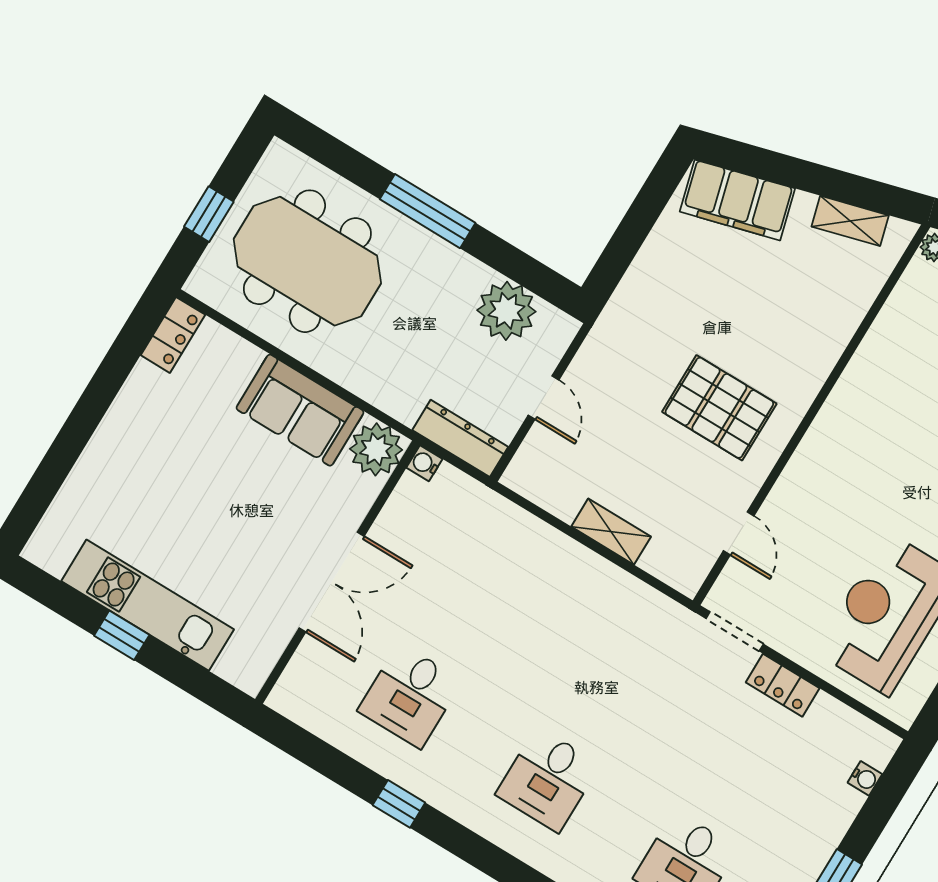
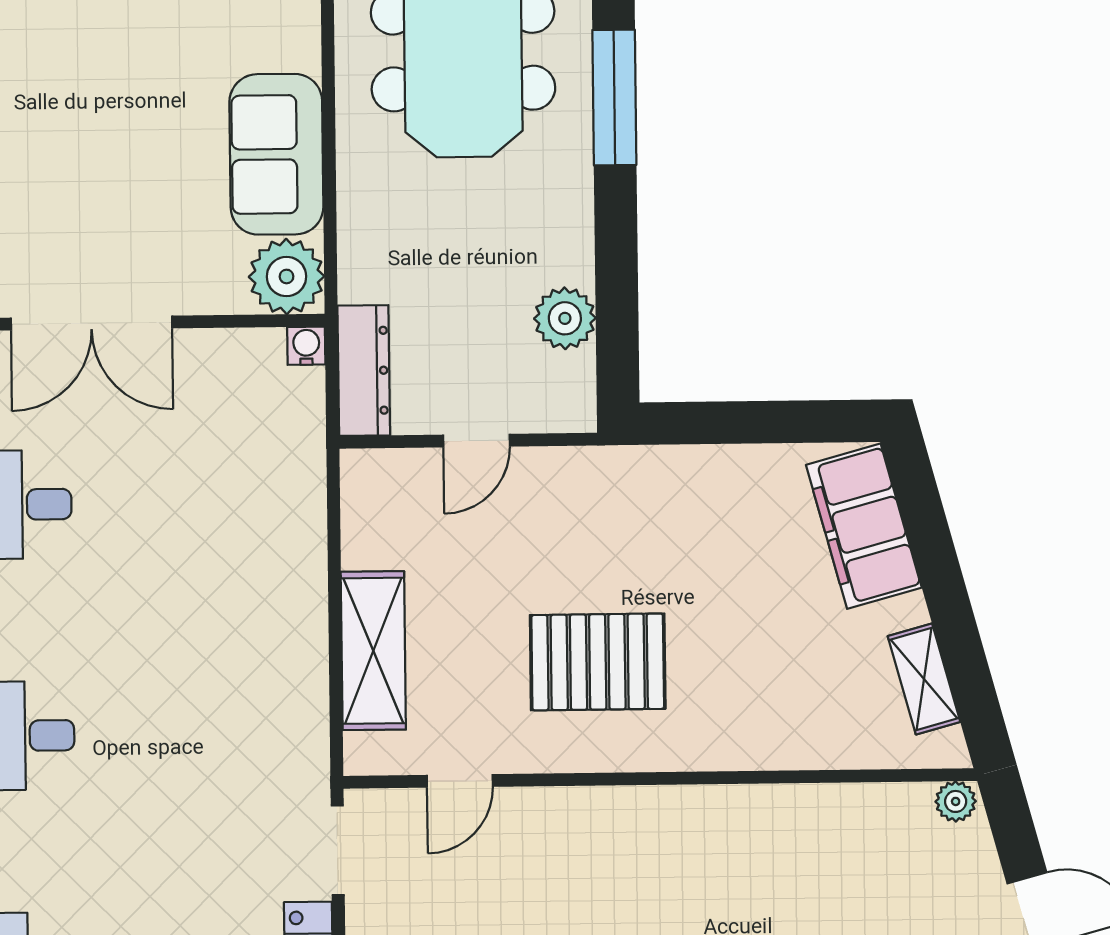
window: (428, 211) -> (614, 97), moved
plant: (506, 311) -> (565, 318), width x0.73, depth x0.73
pallet: (719, 408) -> (598, 662), turned 90
shelving: (611, 532) -> (373, 651), width x1.50, depth x1.33

